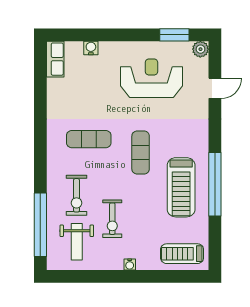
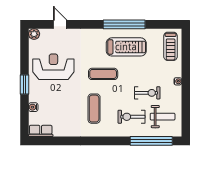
window: (174, 35) -> (24, 85), moved
reception desk: (151, 78) -> (53, 67), turned 90
exercise bike: (76, 195) -> (132, 117), turned 180

